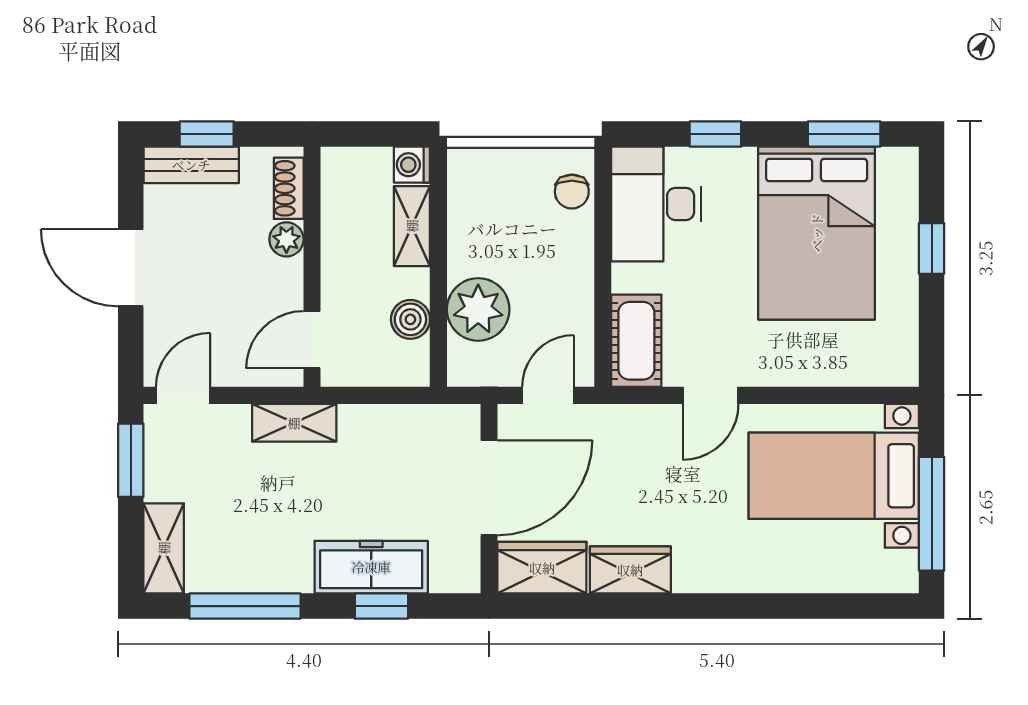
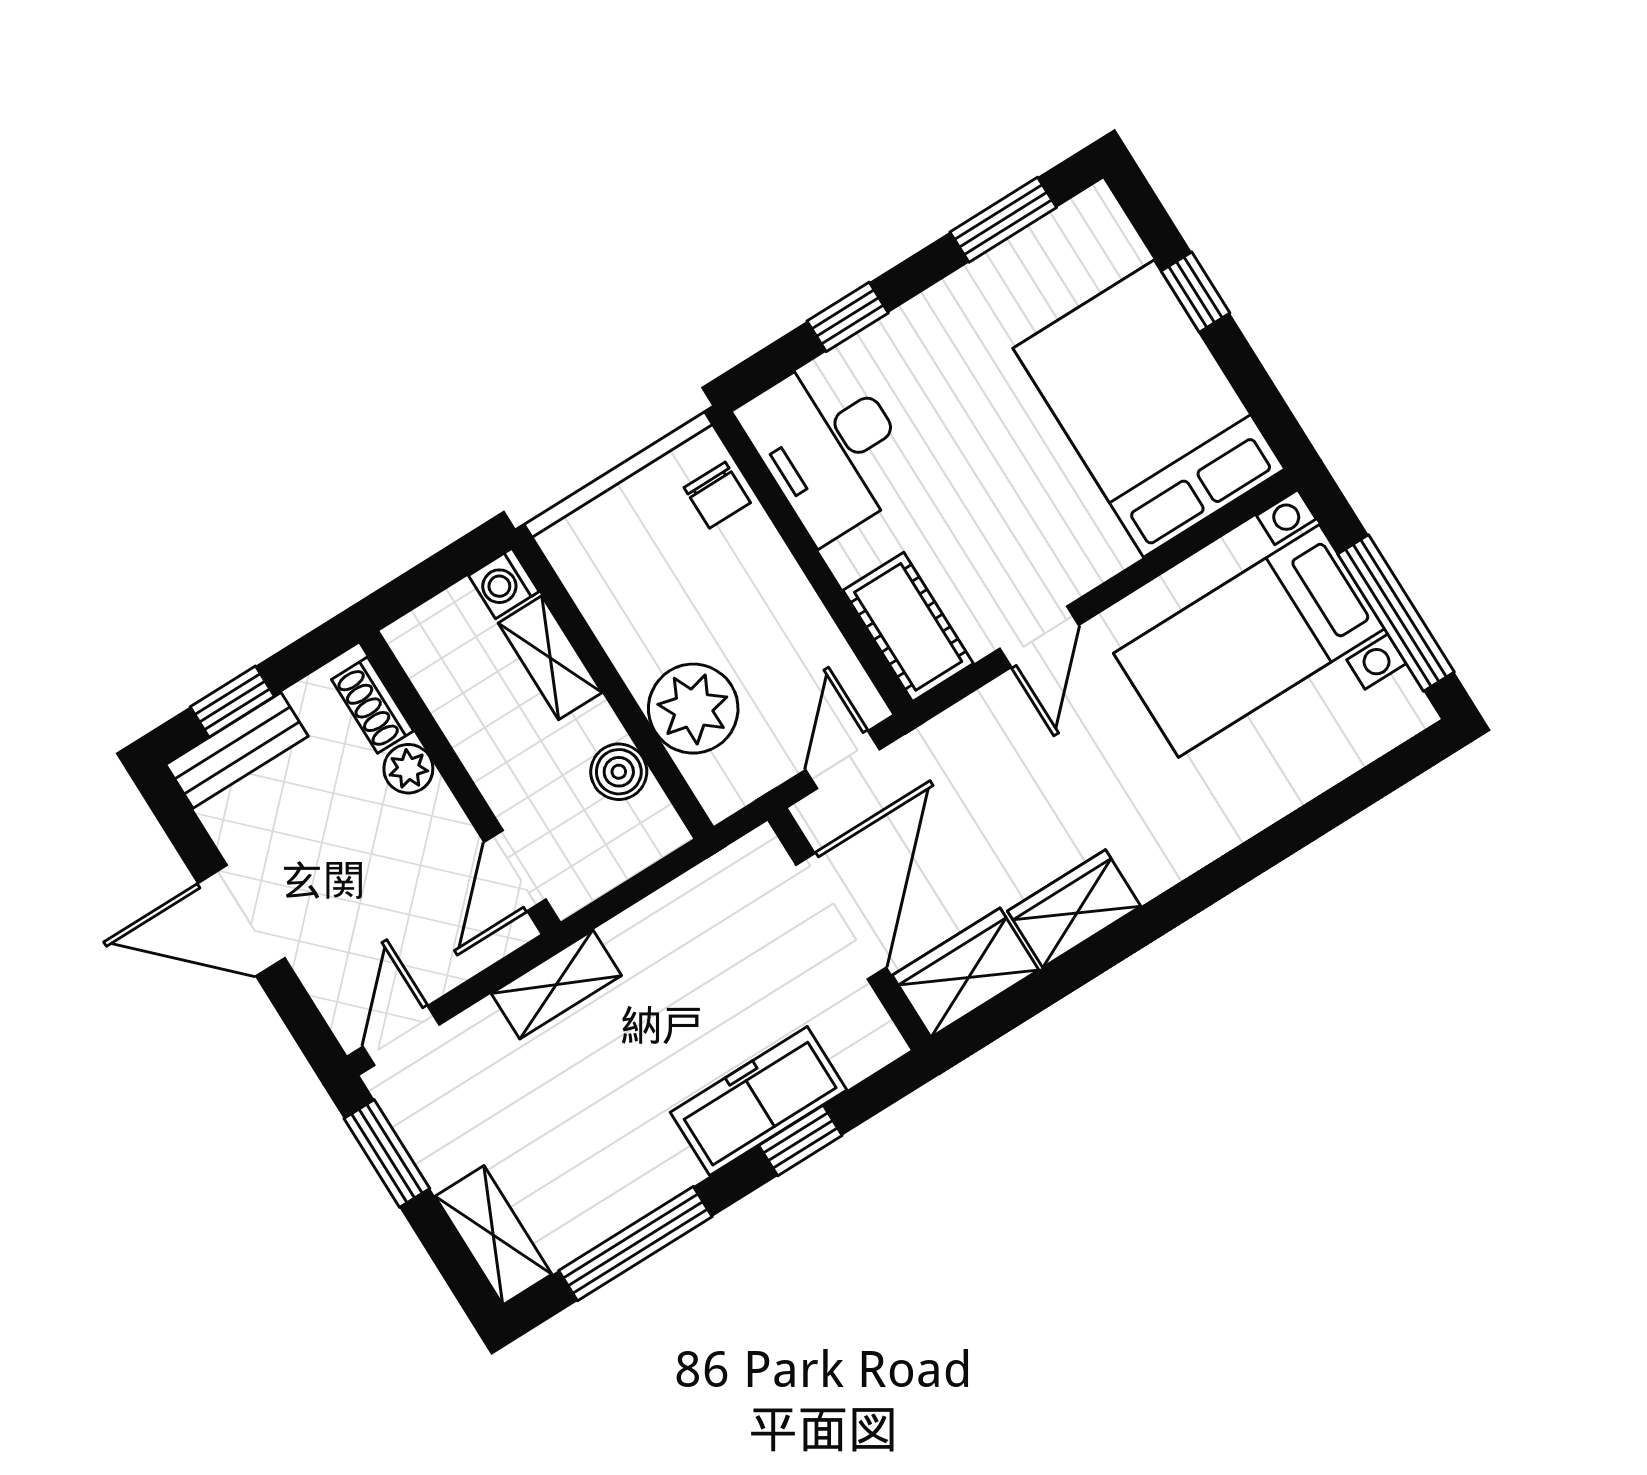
bed: (817, 233) -> (1149, 409), moved, turned 180

